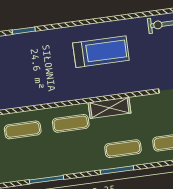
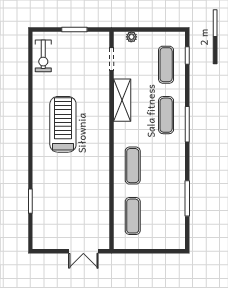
shelving: (110, 108) -> (122, 100), moved

